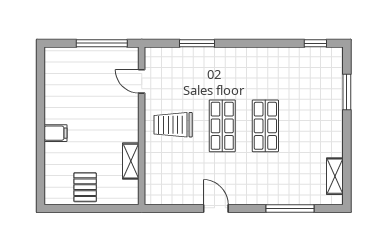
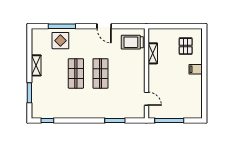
trolley: (173, 125) -> (132, 42), moved, turned 180
shelving: (335, 176) -> (36, 65), moved
display table: (292, 184) -> (60, 41), added
pallet: (85, 187) -> (186, 46), moved

